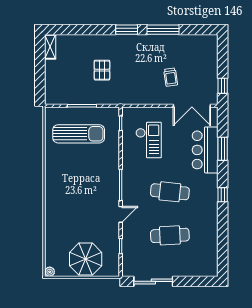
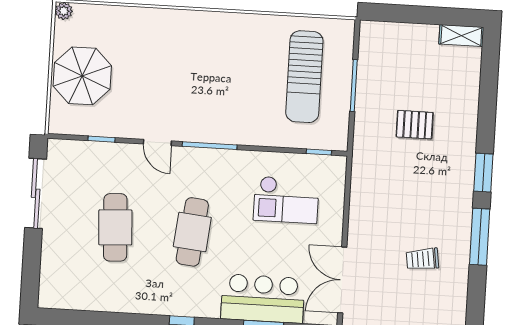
trolley: (171, 77) -> (422, 259), moved

